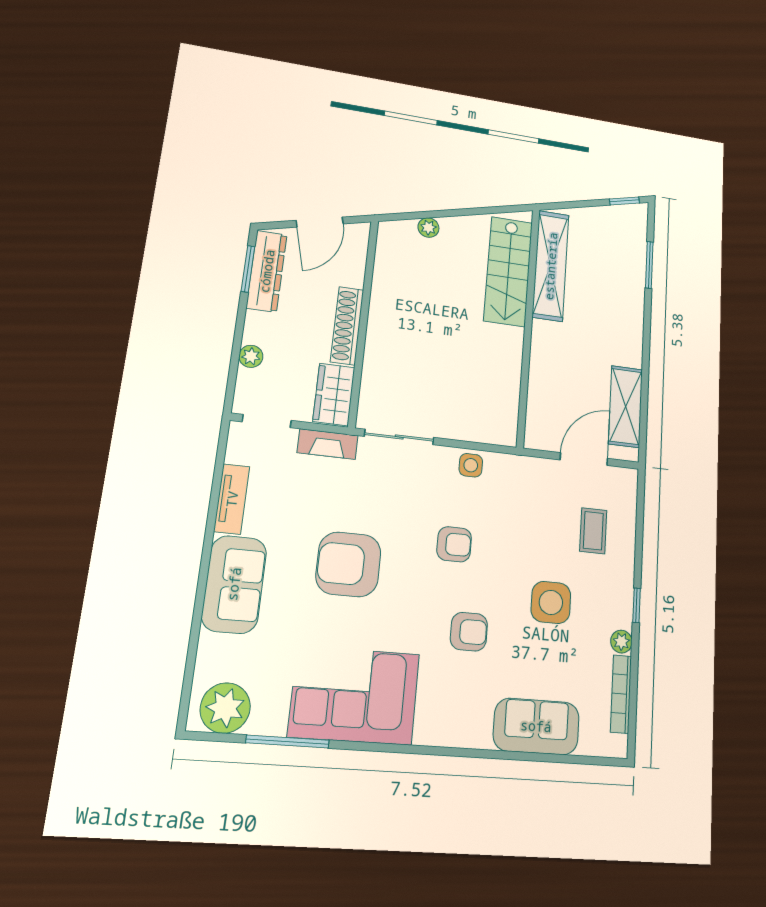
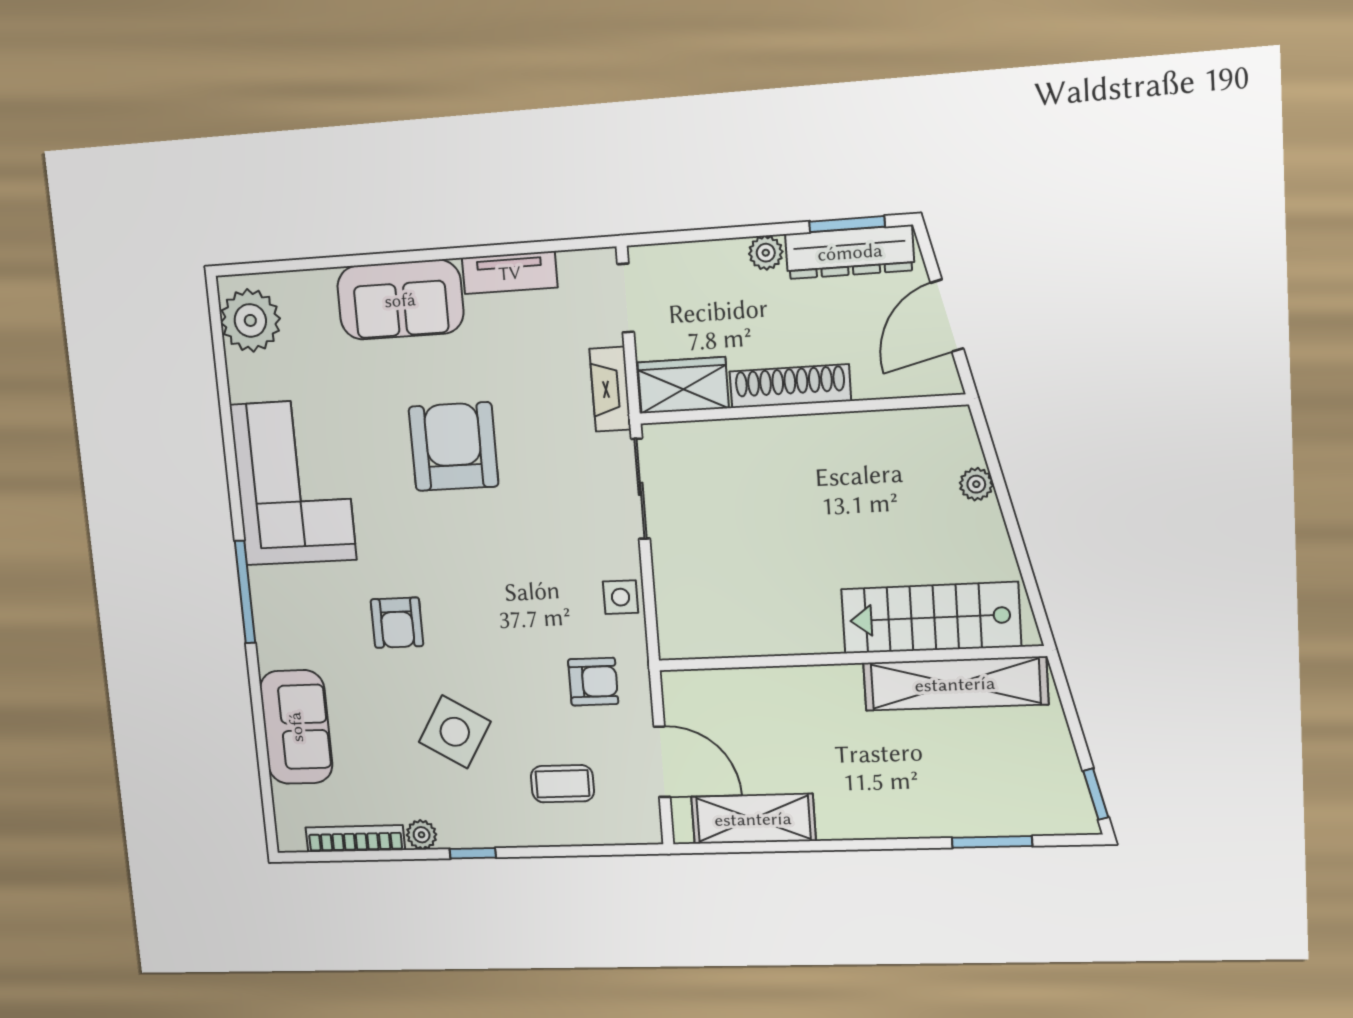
door: (320, 222) -> (947, 316), hinge flipped
plant: (251, 356) -> (766, 253), moved
armchair: (454, 544) -> (593, 682), moved, turned -90
side table: (551, 602) -> (455, 732), turned 31
window: (288, 742) -> (245, 592), moved

